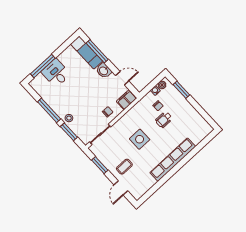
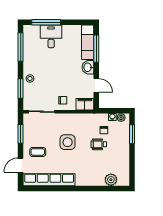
window: (49, 110) -> (21, 47), moved
plant: (197, 137) -> (111, 180), added
row of seats: (173, 160) -> (49, 180), moved

